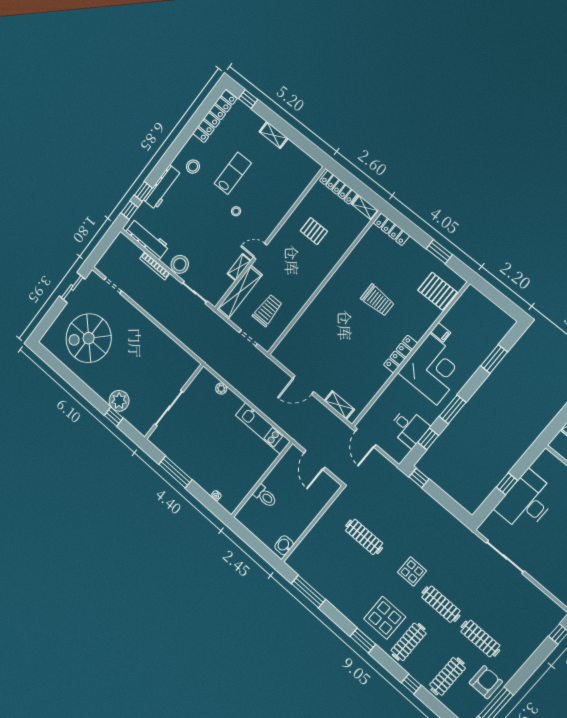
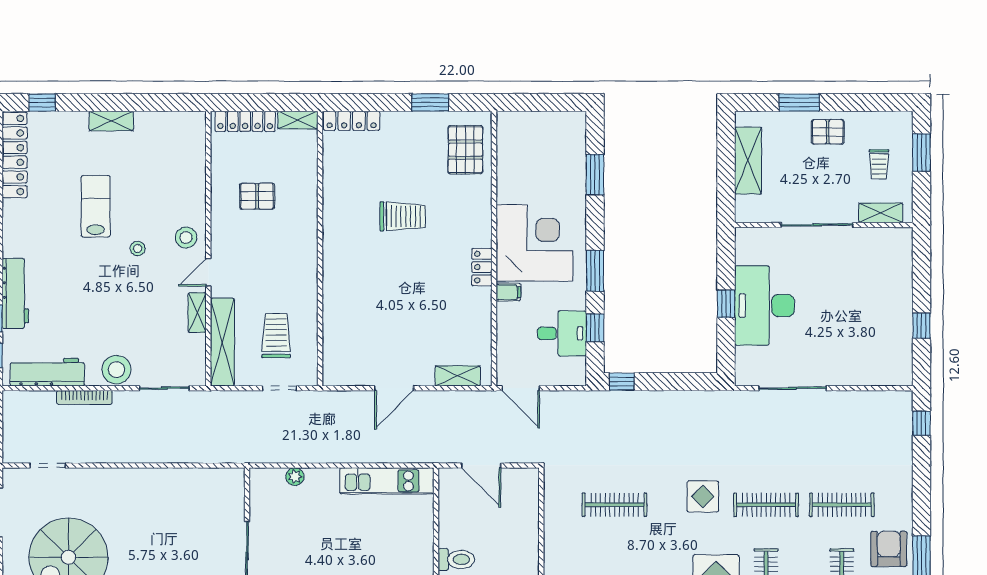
stool: (193, 167) -> (186, 238), moved
pallet: (437, 291) -> (465, 150), turned 90
filing cabinet: (441, 332) -> (508, 292), moved
locker: (401, 354) -> (482, 267), width x0.66

